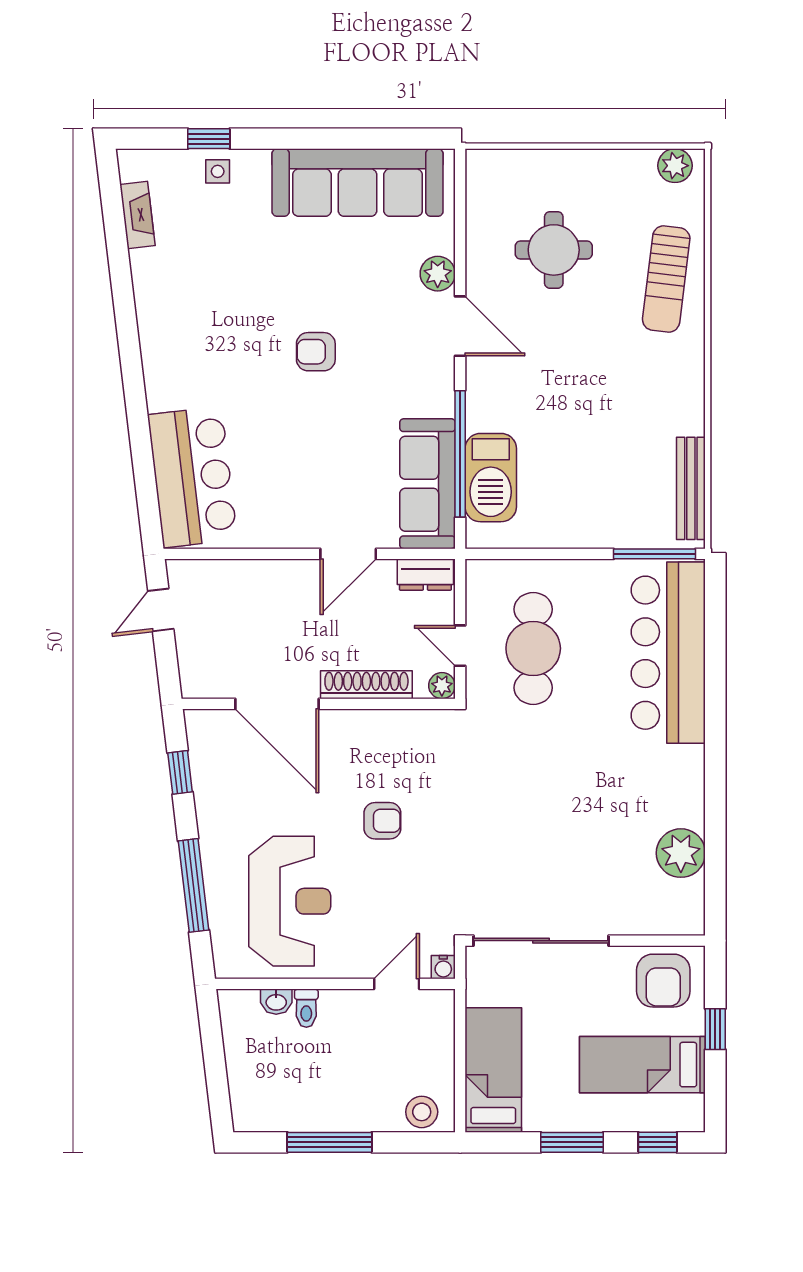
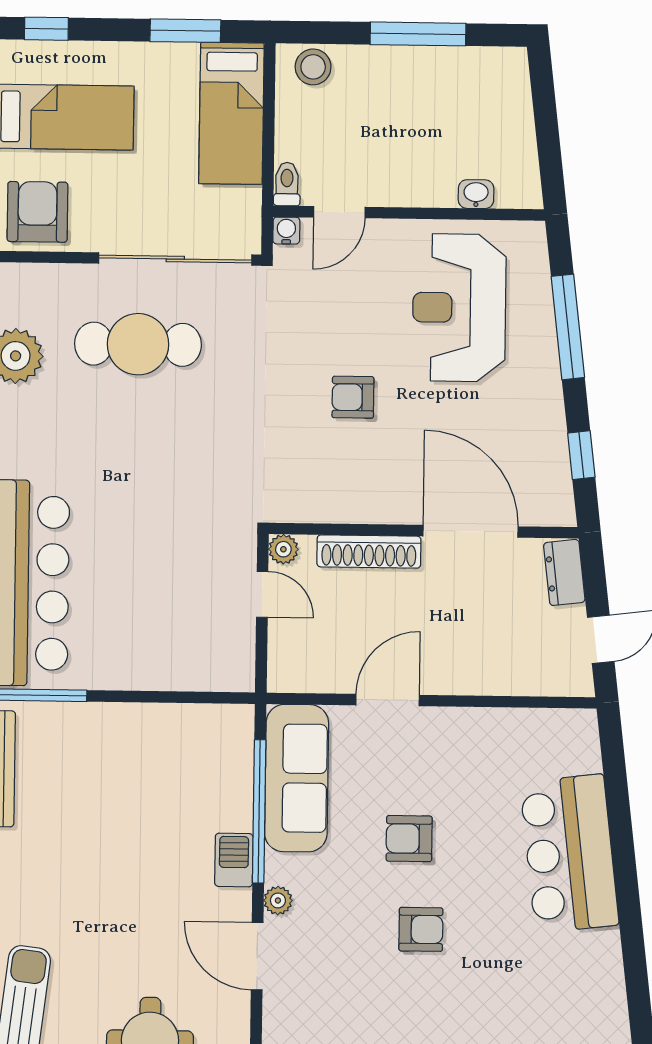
plant: (438, 274) -> (278, 900), moved, width x0.73, depth x0.73
armchair: (327, 432) -> (409, 839), added
bar counter: (192, 477) -> (569, 854), moved
barbecue: (491, 478) -> (234, 860), moved, width x0.53, depth x0.65
dresser: (425, 575) -> (564, 572), moved, turned -97
cafe table: (533, 648) -> (138, 344), moved, turned 90
toilet: (306, 1008) -> (287, 184), moved
window: (572, 1142) -> (185, 31), moved

